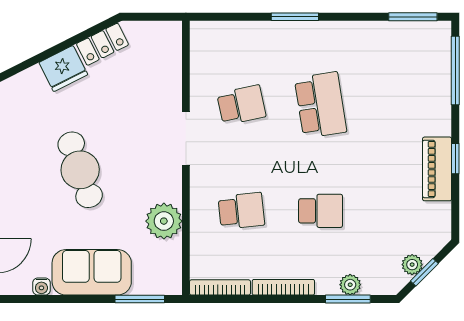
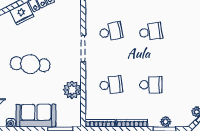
school desk: (321, 105) -> (151, 32), width x0.54
cafe table: (80, 170) -> (30, 64), turned -67

